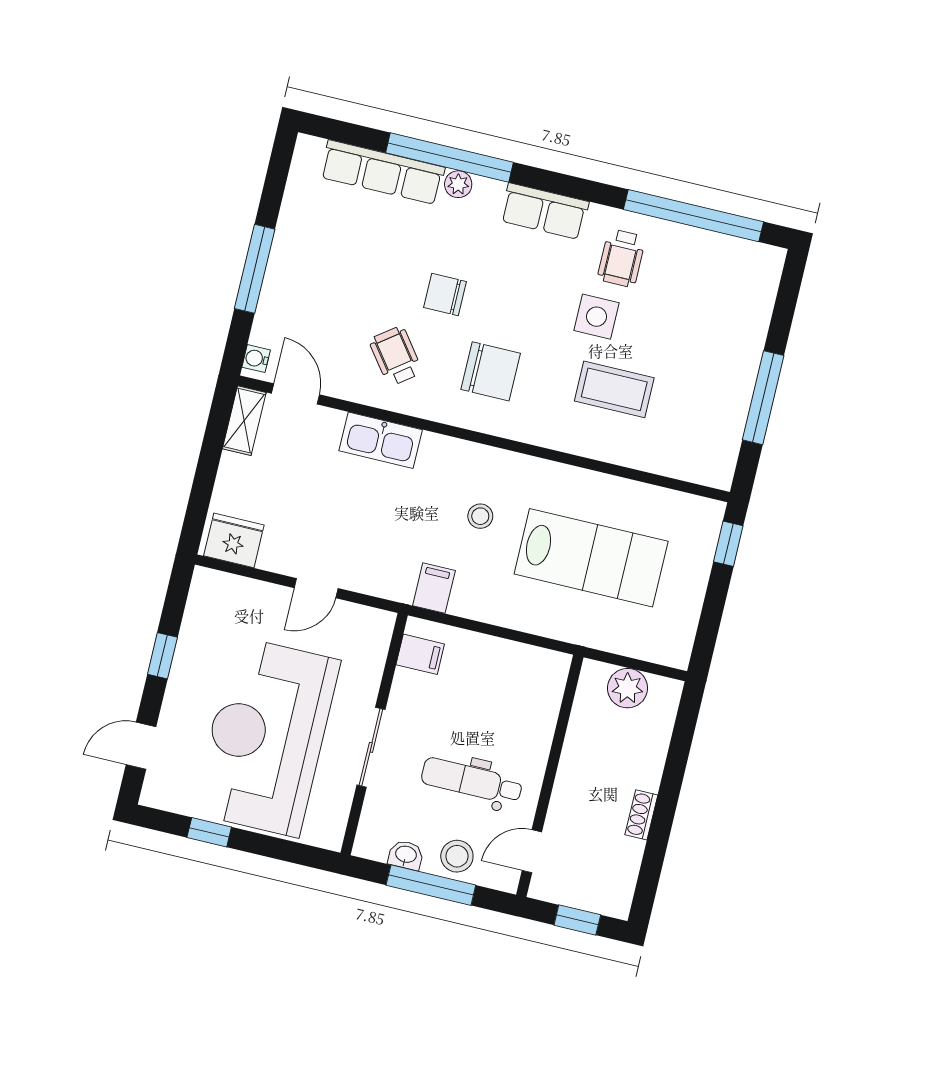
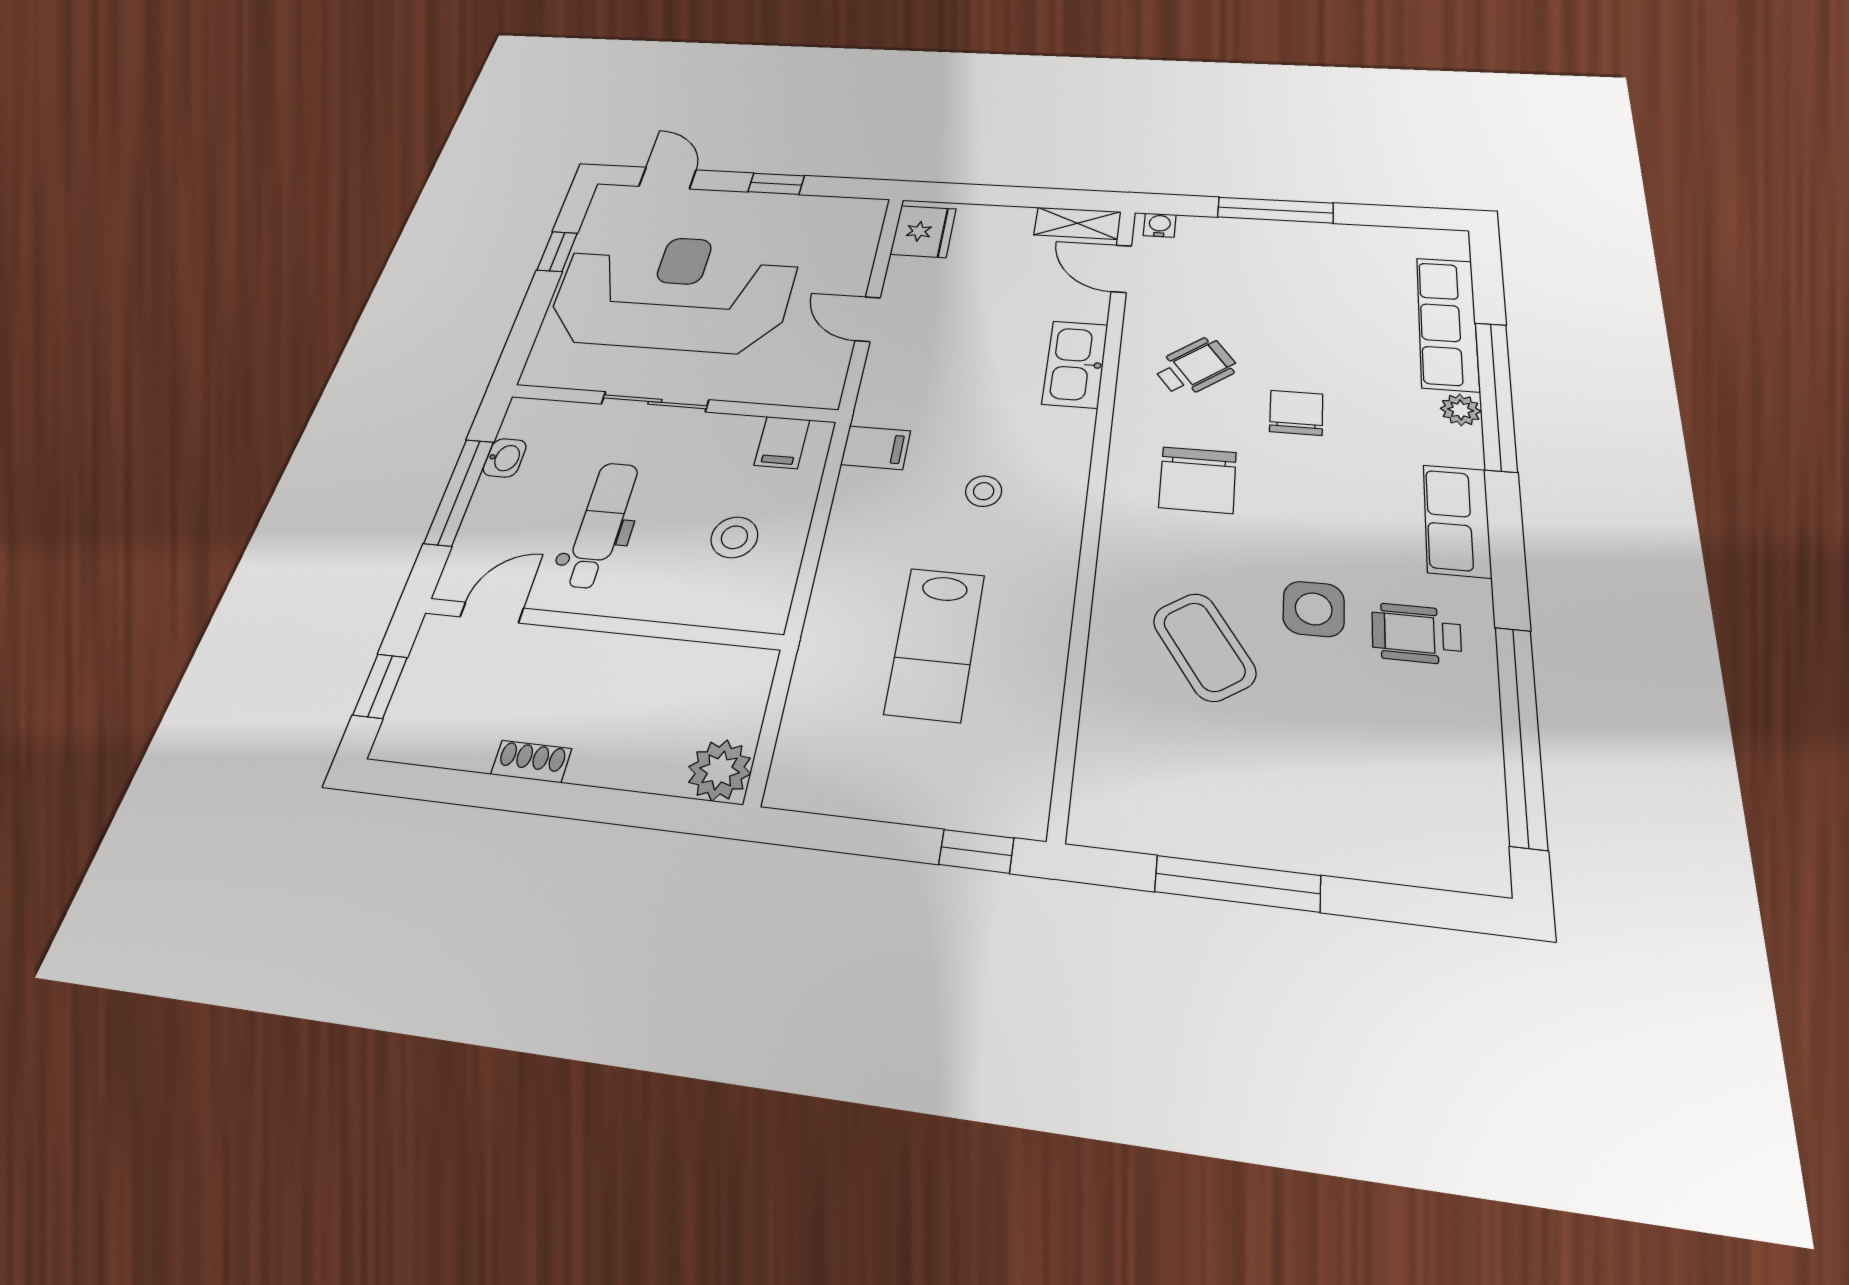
coffee table: (614, 389) -> (1204, 647), turned -34
door: (296, 394) -> (1121, 269), swing flipped
lab bench: (591, 558) -> (935, 643), width x0.73, depth x0.72
plant: (627, 688) -> (720, 770), moved
door: (532, 851) -> (492, 612), hinge flipped
stool: (457, 856) -> (734, 537), moved

